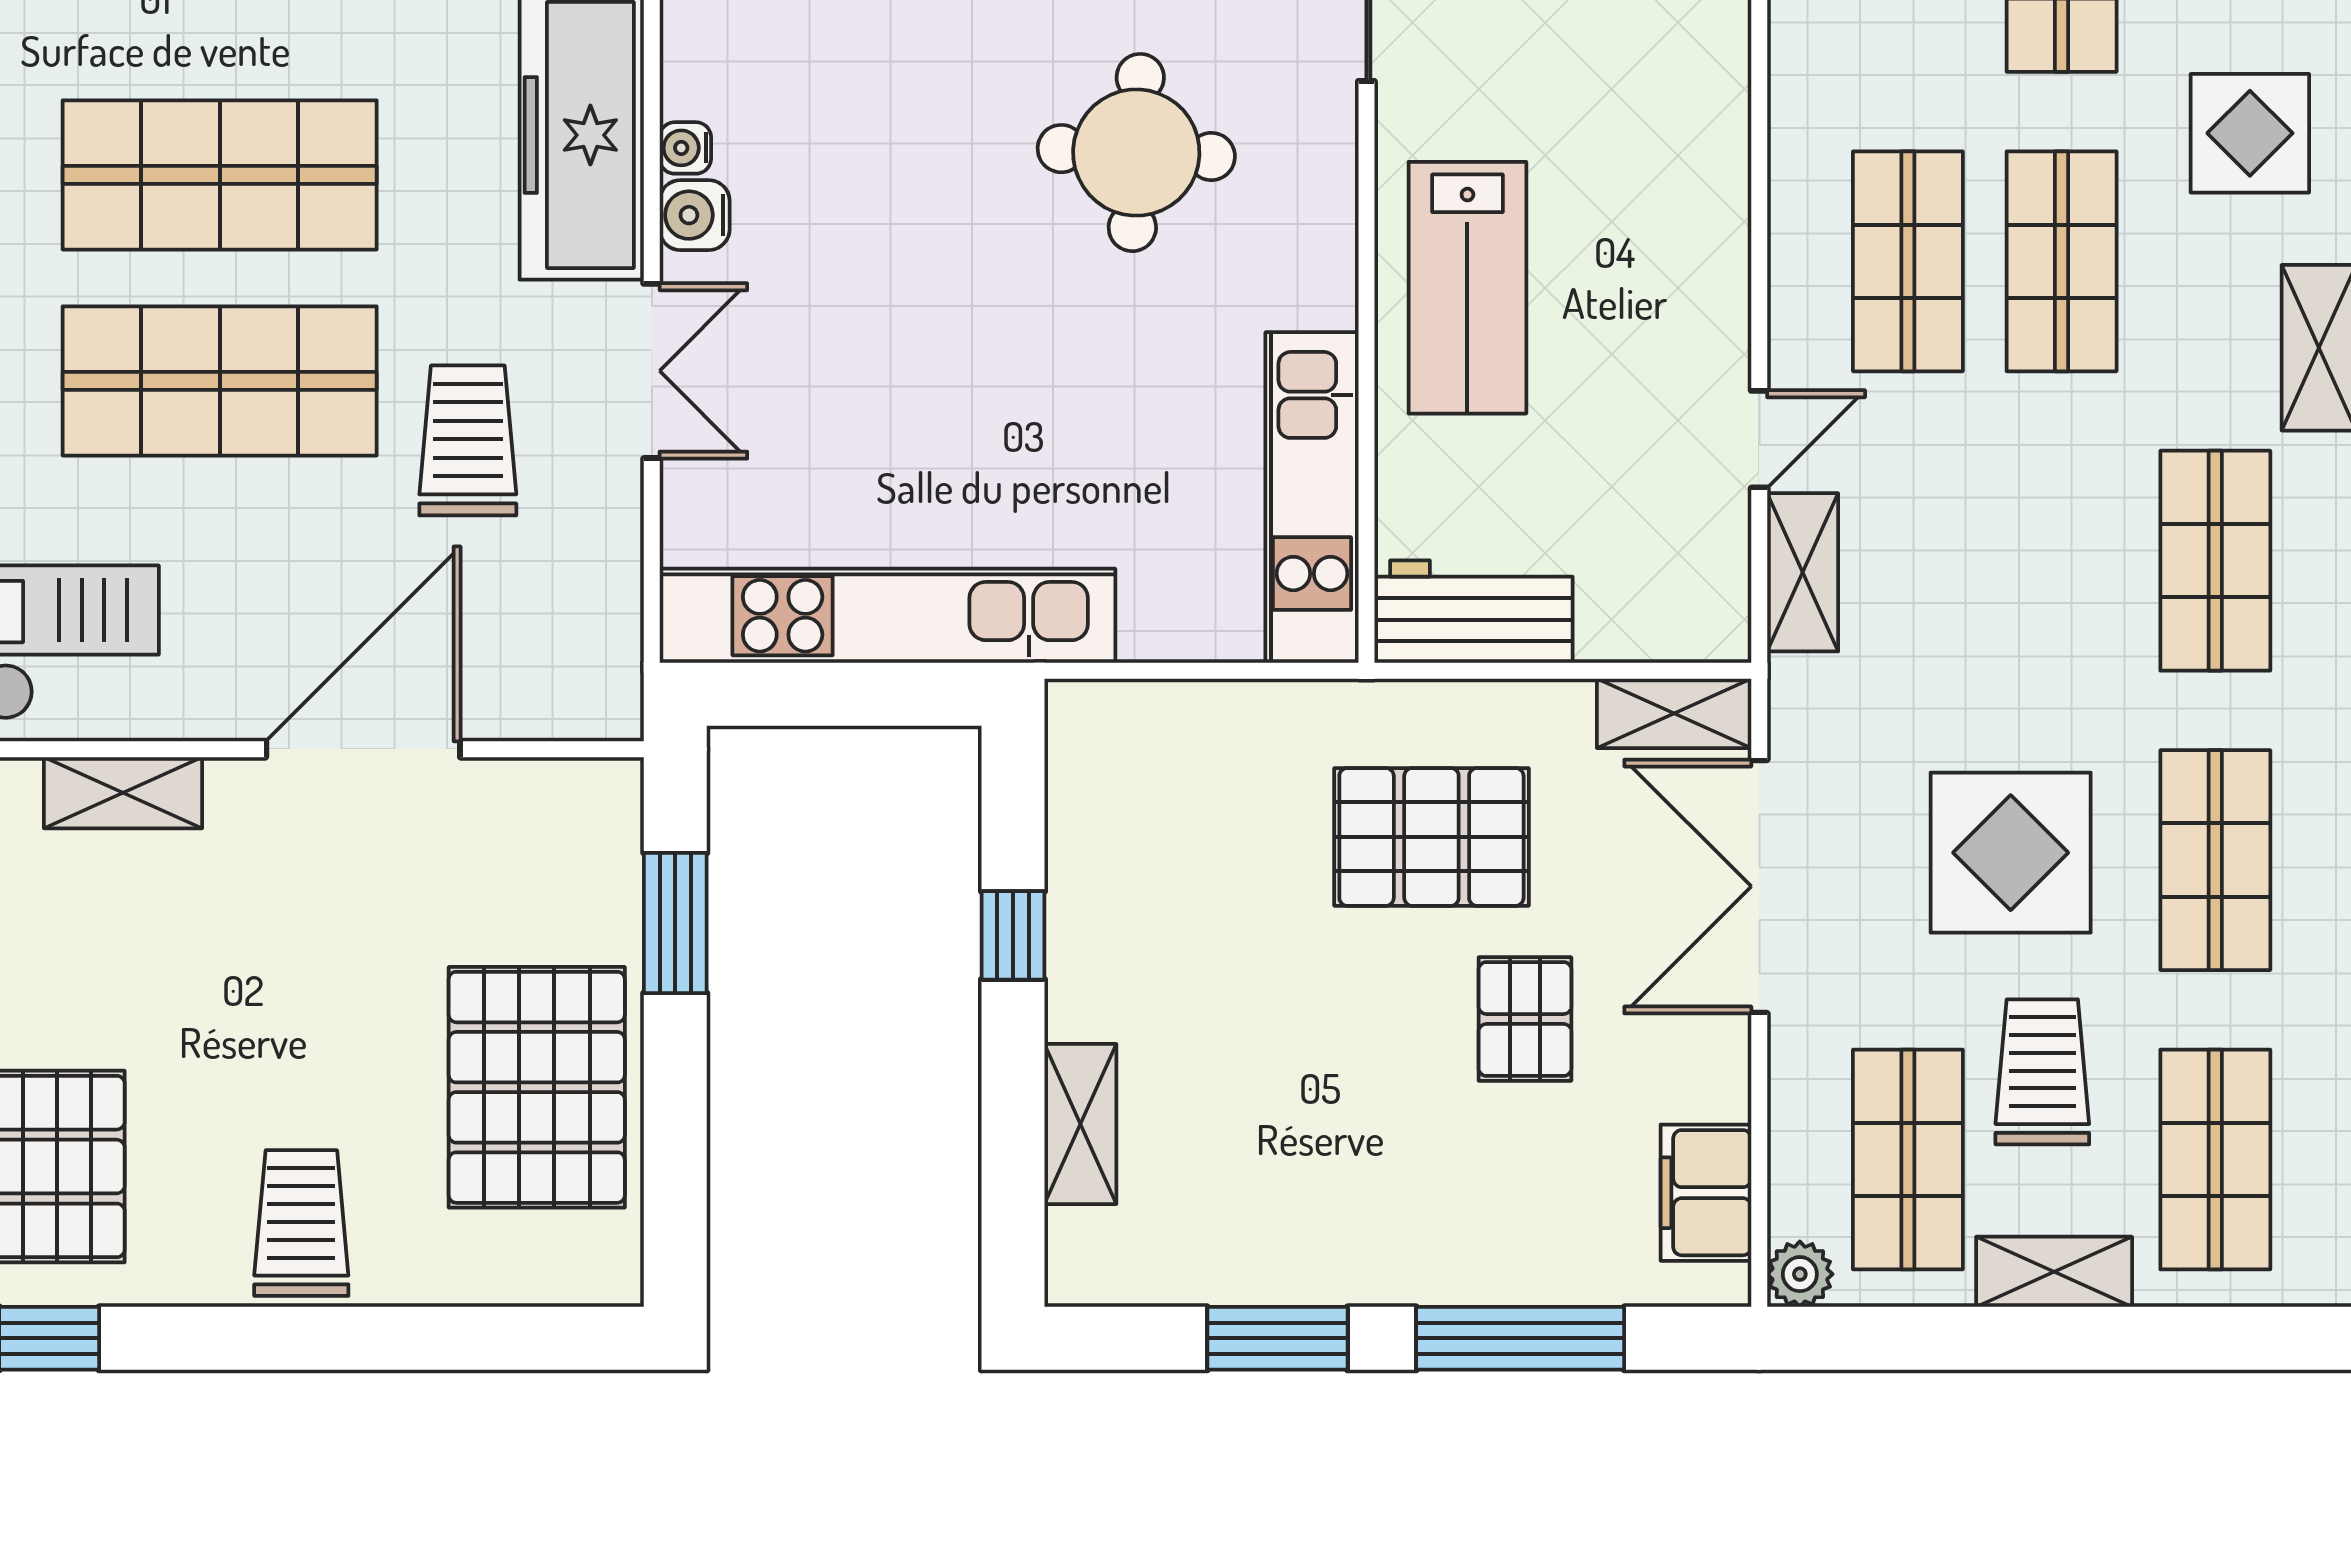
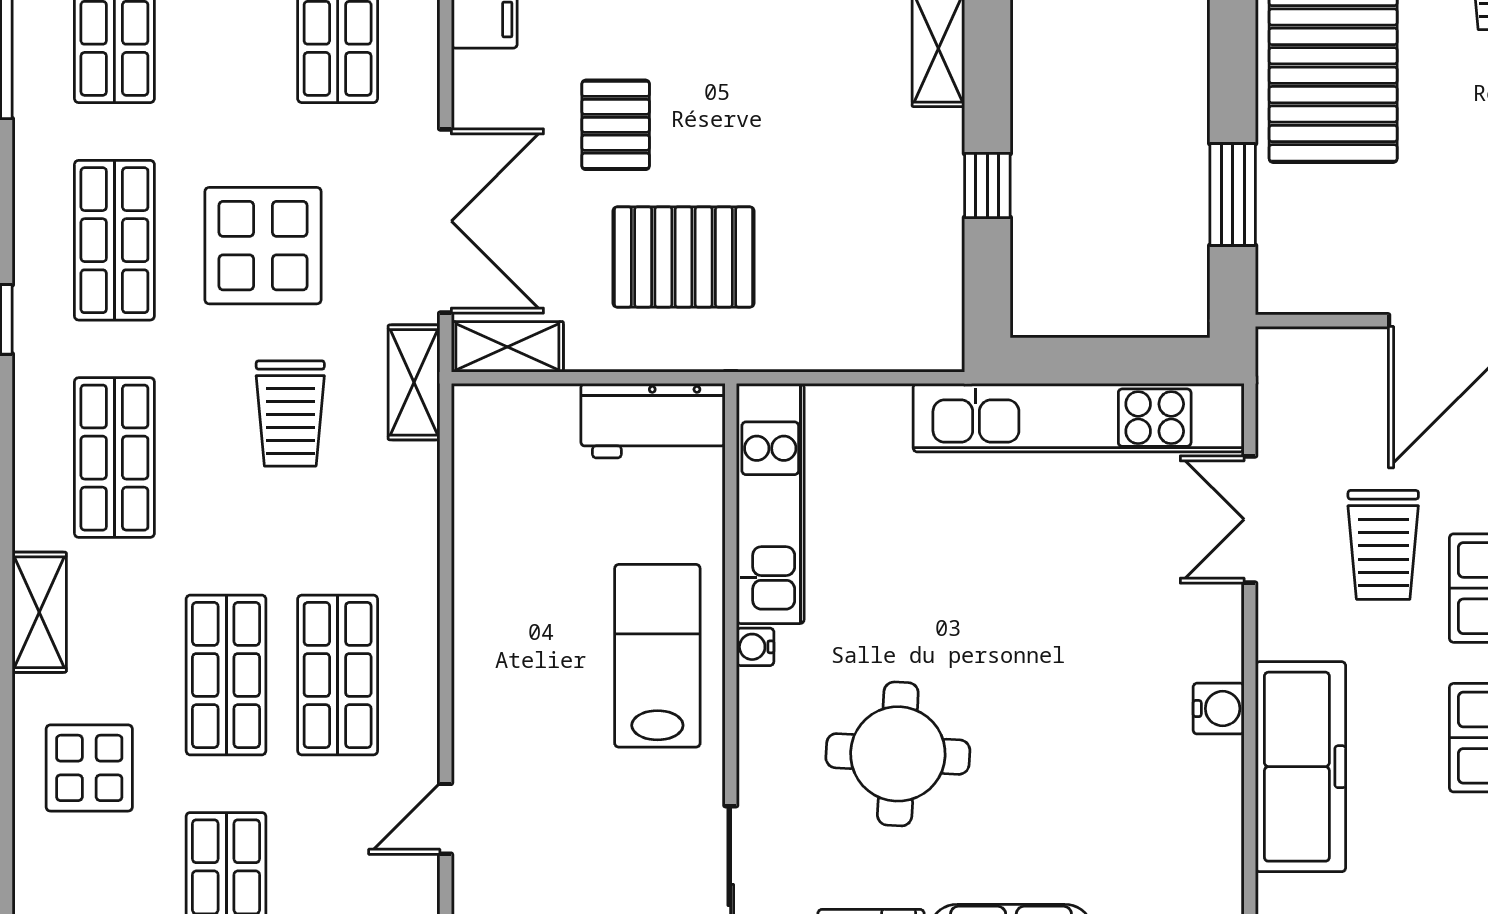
water cooler: (685, 148) -> (755, 647), moved, turned 180
double door: (652, 371) -> (1250, 519), moved
door: (1759, 439) -> (446, 819), moved
shelving: (1803, 572) -> (414, 382), moved
trolley: (2042, 1072) -> (290, 413), moved

